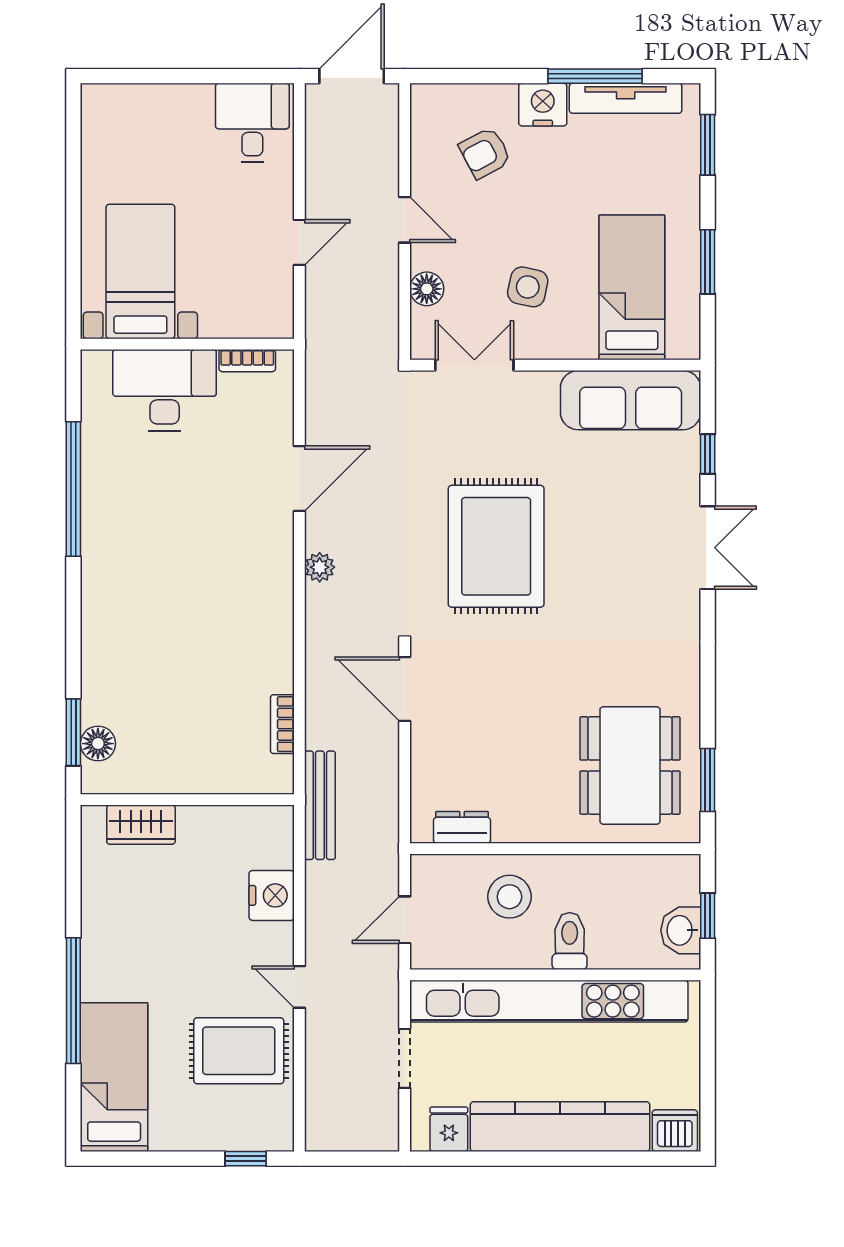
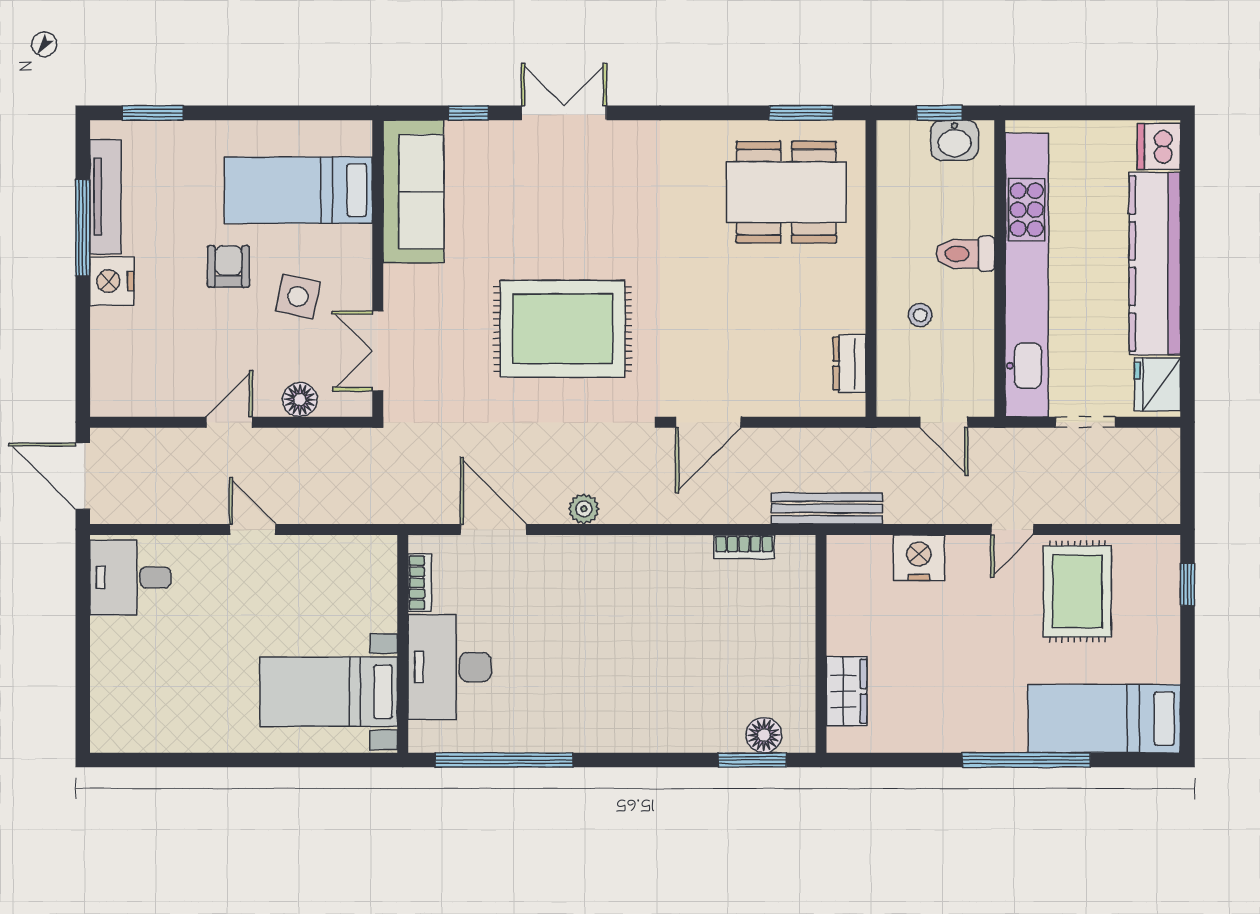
armchair: (485, 153) -> (228, 266), moved, turned -152
window: (708, 262) -> (272, 113), removed
bed with nightstands: (140, 271) -> (329, 692), moved
wall: (187, 344) -> (403, 644), moved
bookcase: (247, 361) -> (420, 583), moved
desk: (165, 390) -> (450, 667), moved
stool: (509, 897) -> (920, 315), width x0.53, depth x0.53
fridge: (449, 1129) -> (1157, 384), width x1.38

